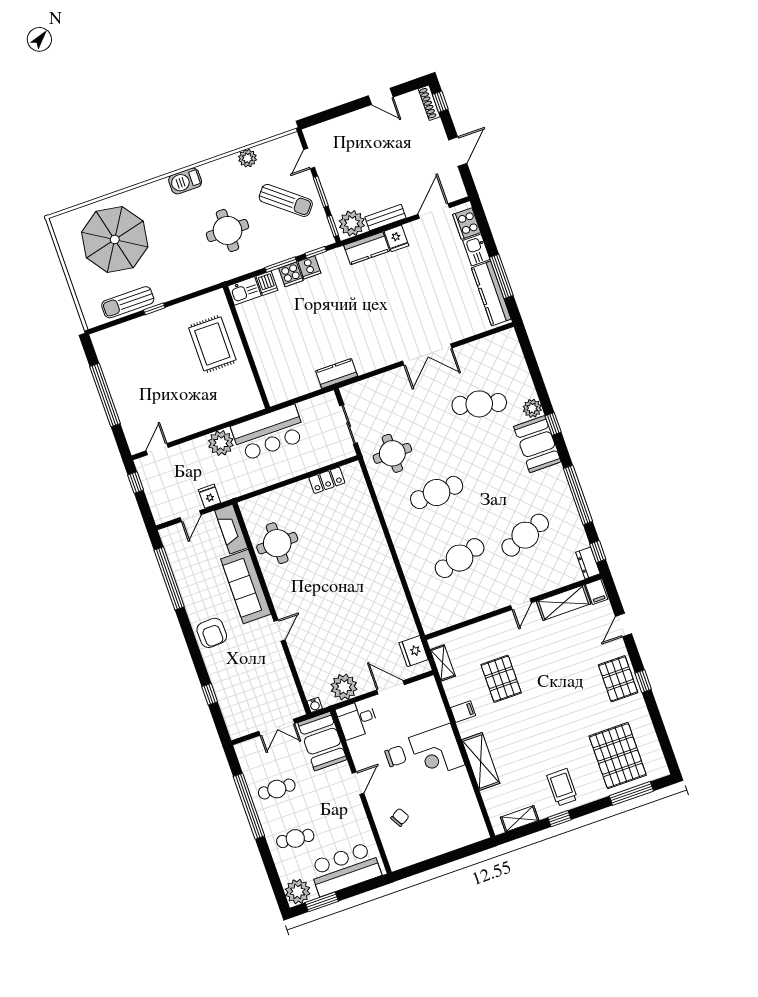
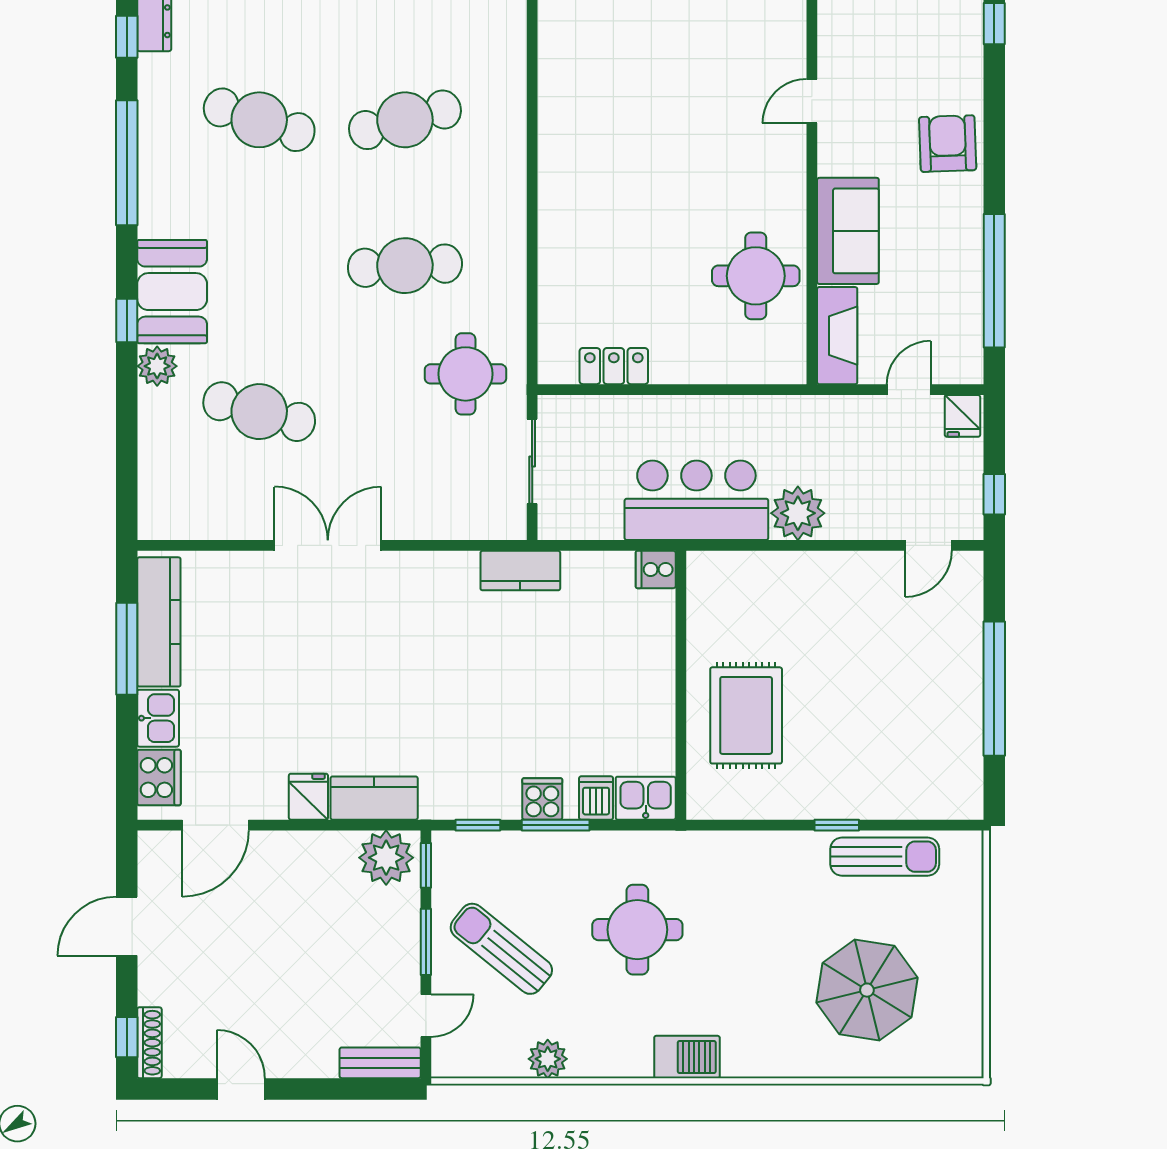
bench: (385, 217) -> (380, 1063), moved
parasol: (115, 239) -> (867, 990), width x0.73, depth x0.73
cooker: (309, 267) -> (656, 569), moved, turned -90
fridge: (209, 496) -> (962, 416), moved
cafe table: (525, 535) -> (259, 120), turned 39
sofa: (246, 586) -> (848, 231), width x0.73

